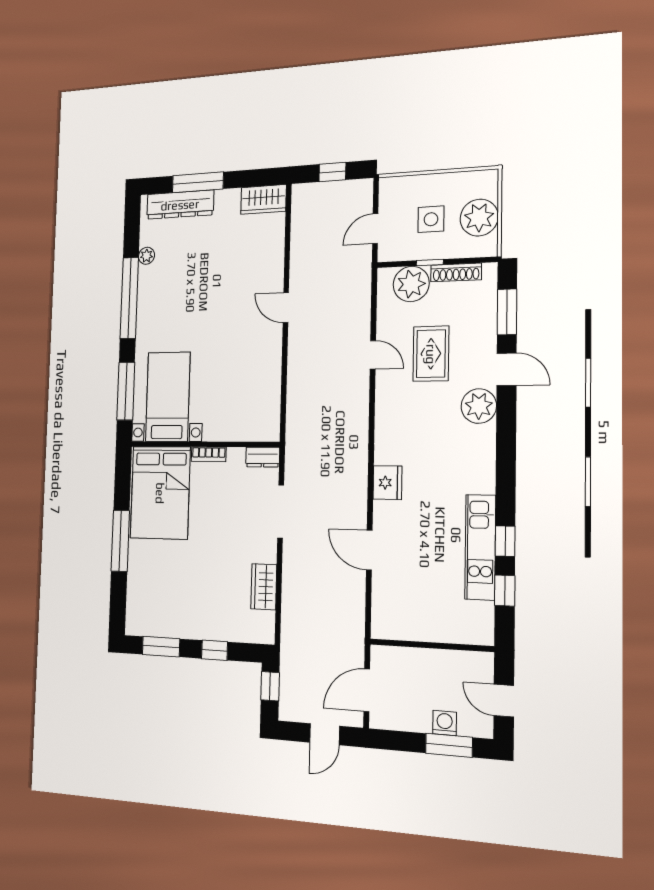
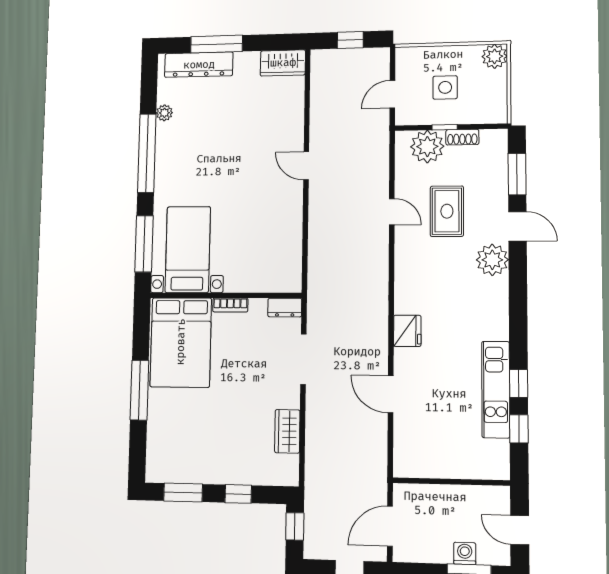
plant: (479, 218) -> (495, 56), moved, width x0.73, depth x0.73
shoe rack: (456, 272) -> (462, 137), width x0.70

